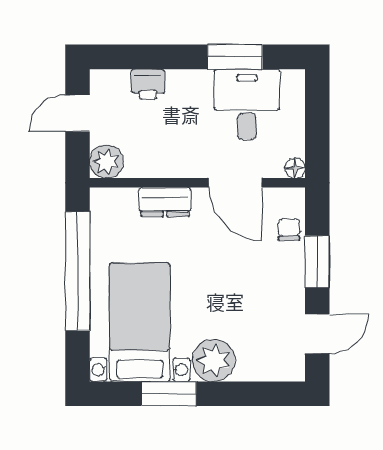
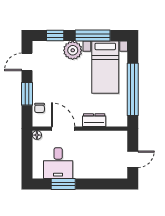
printer: (148, 84) -> (102, 172), removed
plant: (106, 161) -> (120, 138), removed
window: (169, 394) -> (93, 36), width x1.44
window: (254, 394) -> (55, 36), added

